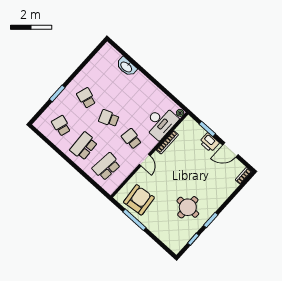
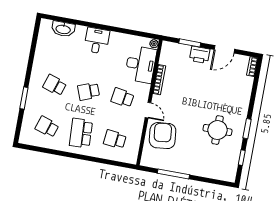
washbasin: (126, 67) -> (63, 29), moved
desk: (139, 84) -> (97, 41), added
school desk: (106, 167) -> (115, 139), width x0.54
armchair: (139, 200) -> (163, 136), moved

